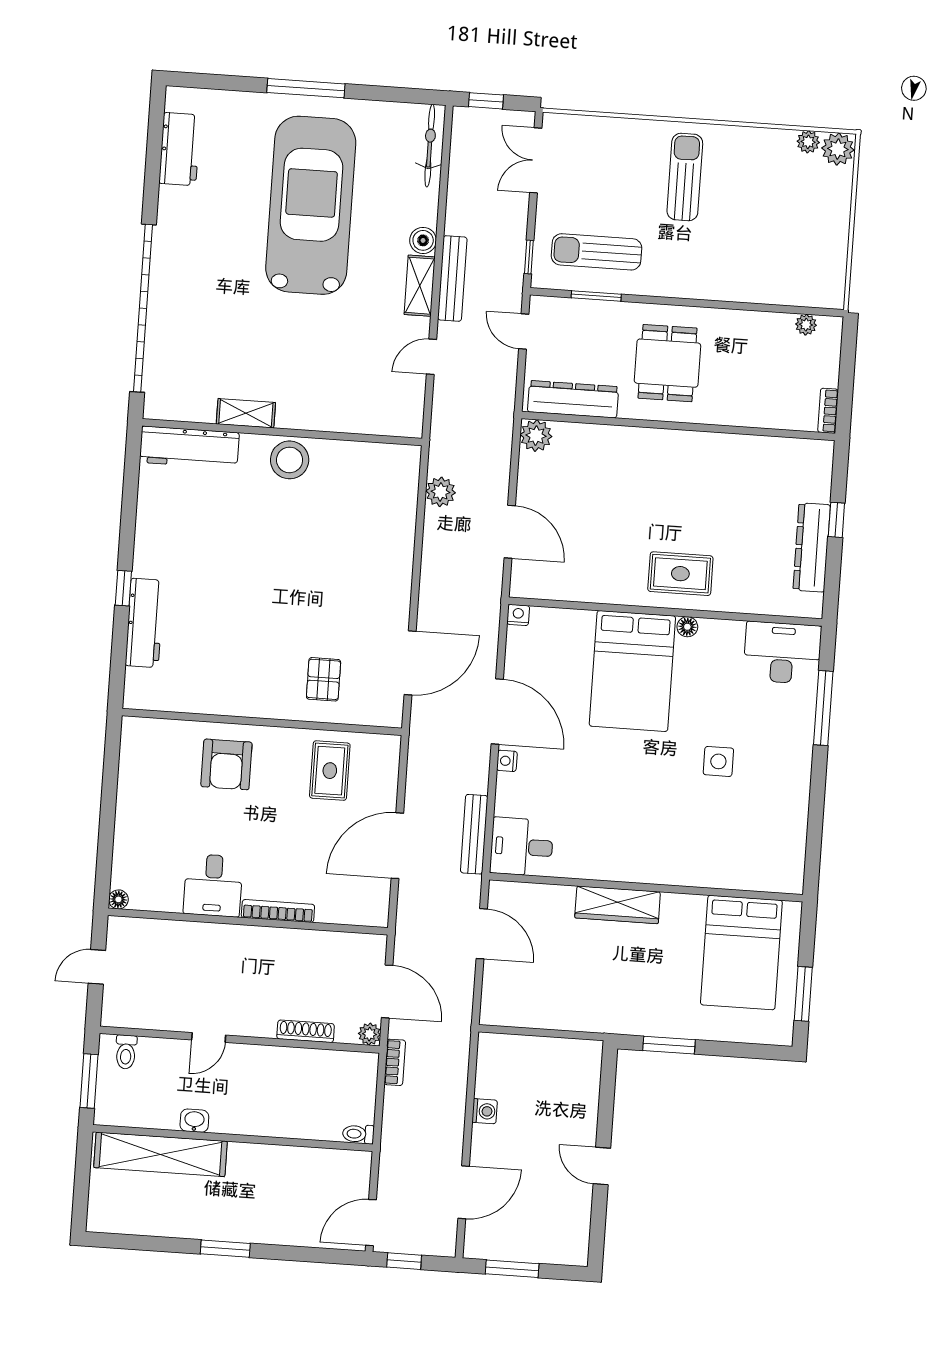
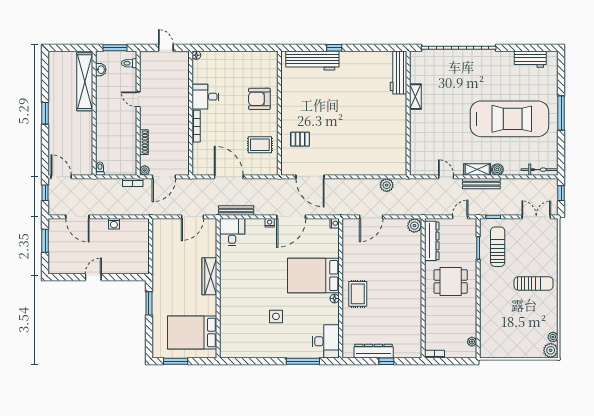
stool: (290, 460) -> (396, 117), removed
workbench: (145, 623) -> (312, 61), width x1.36, depth x1.32
washbasin: (194, 1121) -> (101, 70), moved

